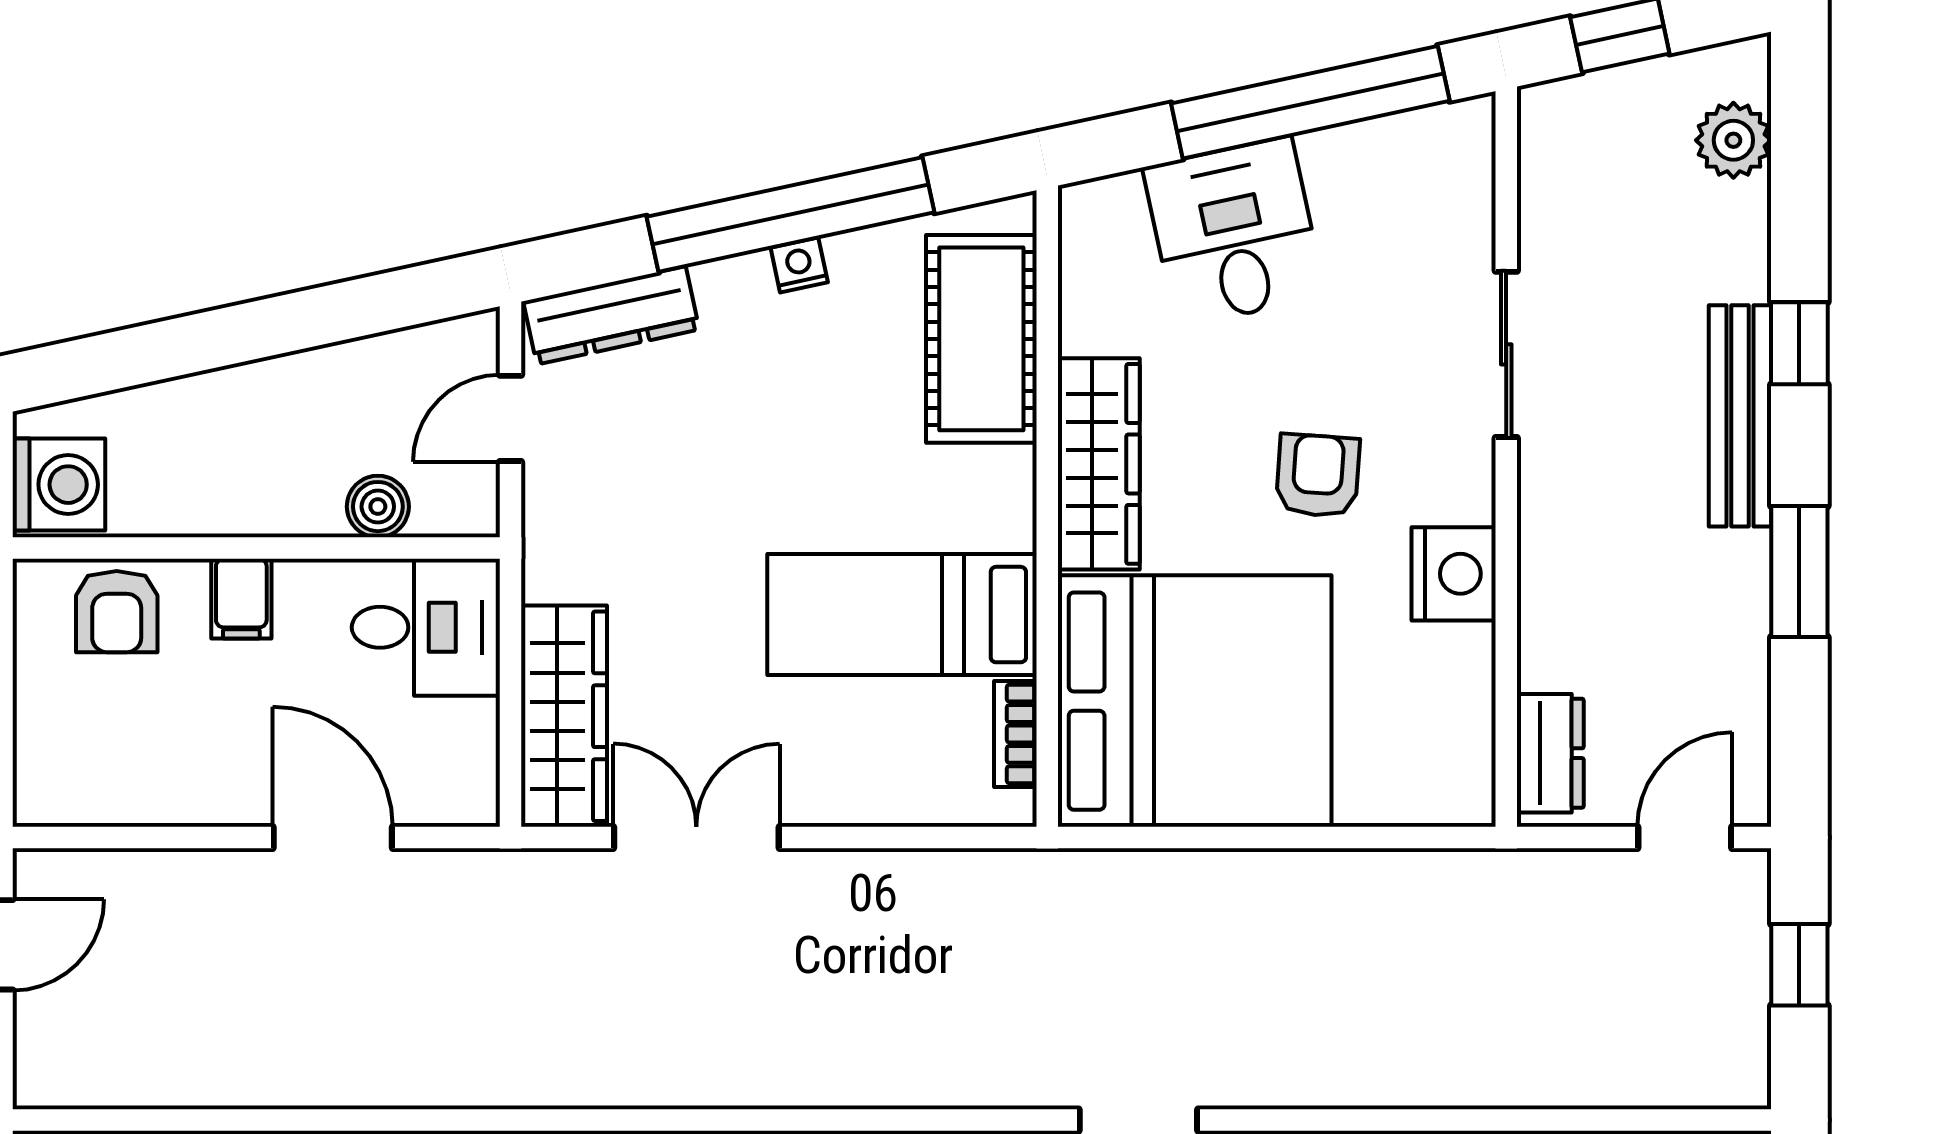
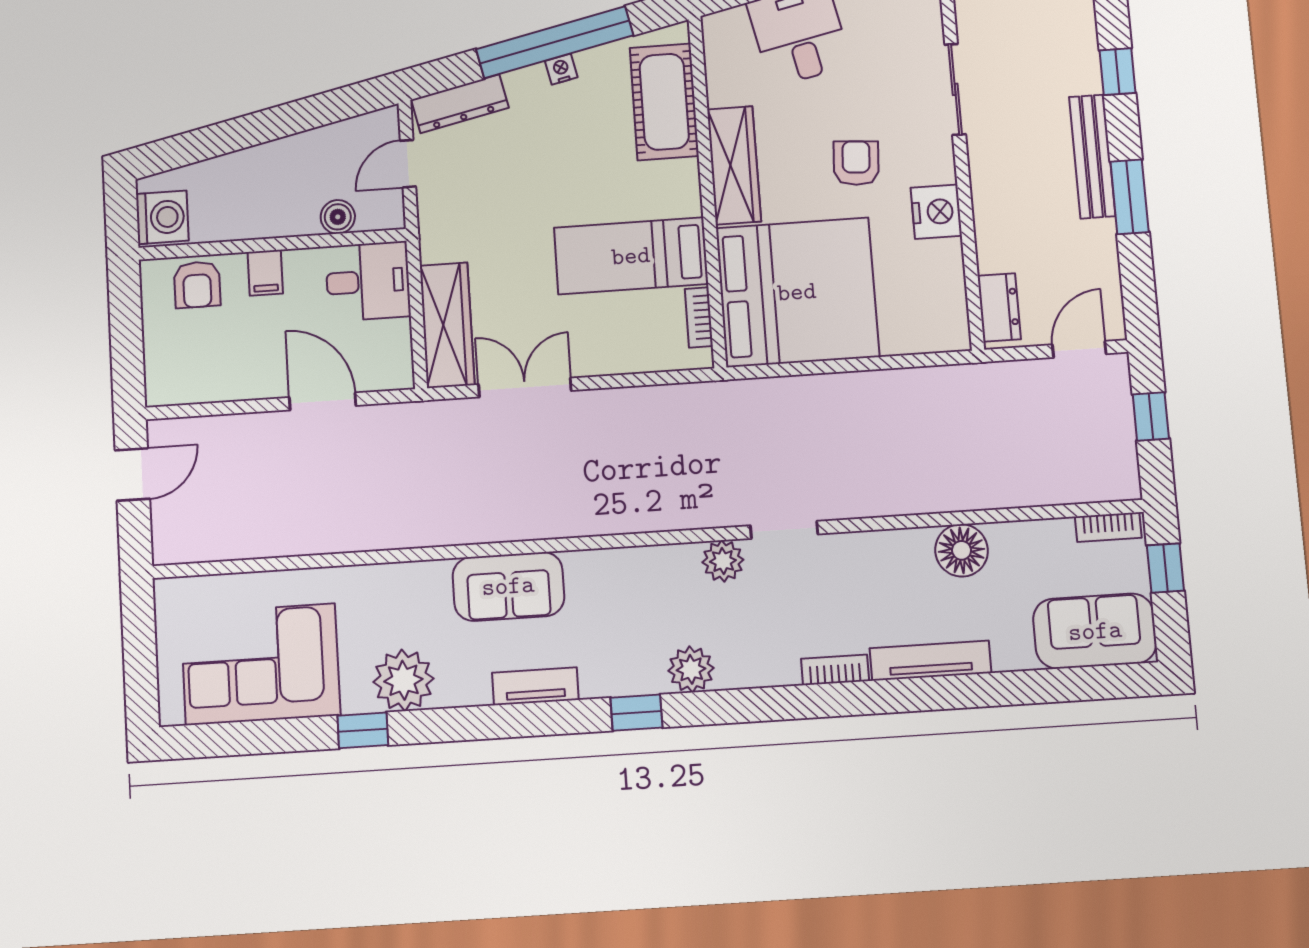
bench: (1740, 416) -> (1092, 156), moved

